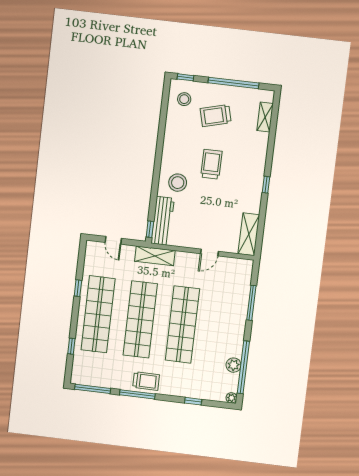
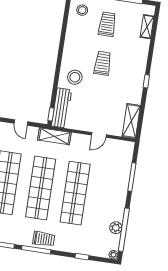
trolley: (216, 116) -> (107, 24), turned 105

